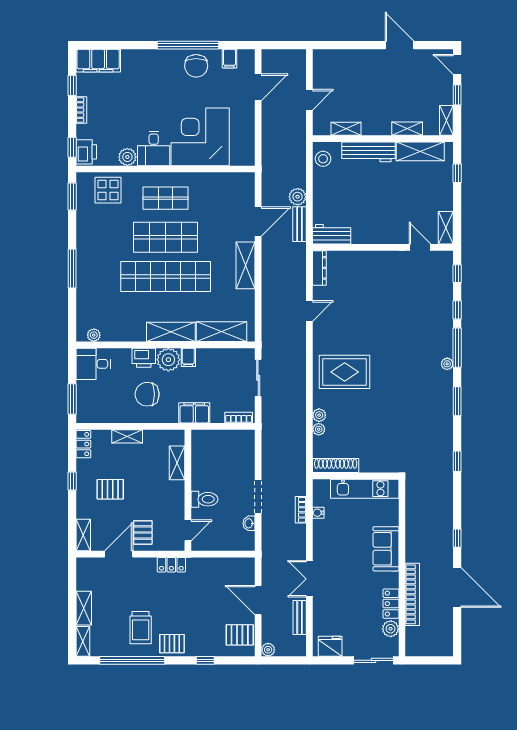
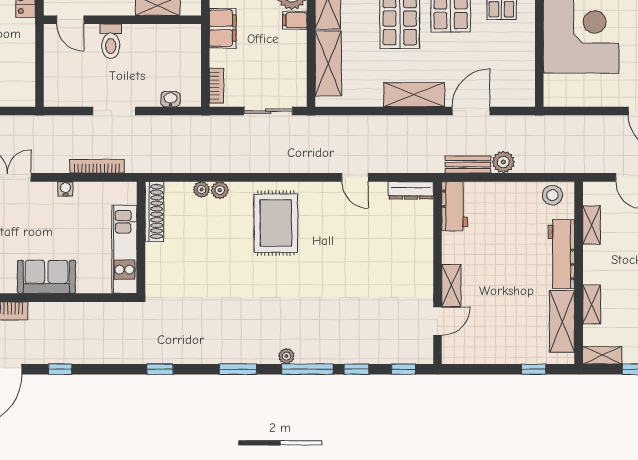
door: (258, 222) -> (471, 111), swing flipped
shelving: (446, 228) -> (451, 285), moved, turned 90
bookcase: (301, 510) -> (97, 166), width x1.56
water cooler: (318, 513) -> (65, 189), moved
washbasin: (249, 523) -> (170, 99), moved

